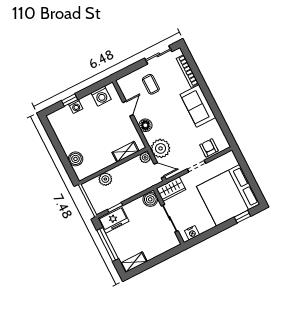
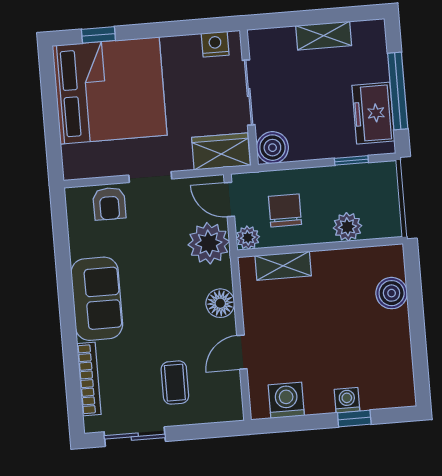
chair: (134, 175) -> (285, 210), added
freezer: (113, 220) -> (373, 113), moved, turned -90
shelving: (134, 262) -> (324, 36), moved

